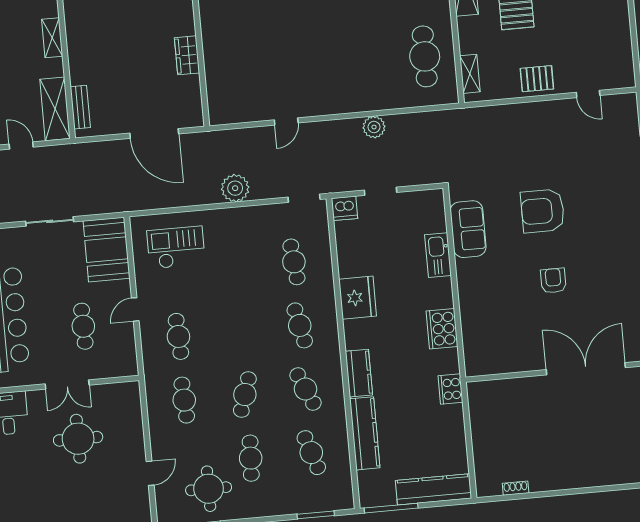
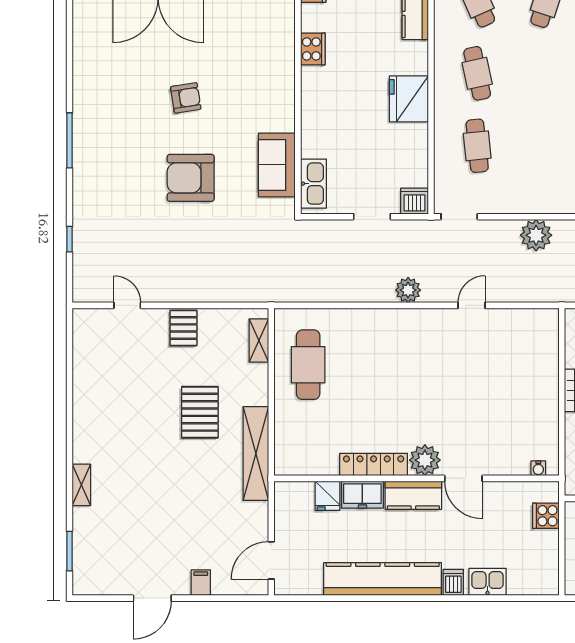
pallet: (537, 79) -> (184, 328), turned 90
plant: (374, 127) -> (408, 290), moved
armchair: (543, 211) -> (191, 178), turned 180
kitchen sink: (438, 255) -> (314, 184), moved
armchair: (553, 281) -> (186, 98), turned -99
cooker: (442, 329) -> (313, 49), width x0.73, depth x0.76

